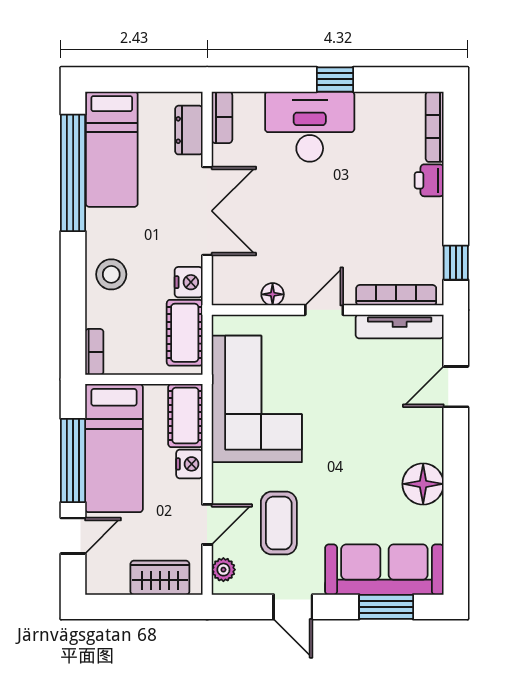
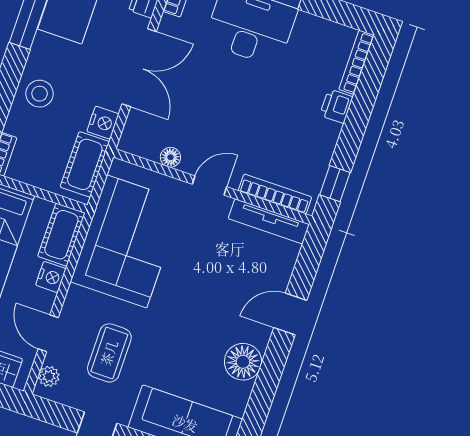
door: (456, 387) -> (290, 314), moved
door: (207, 524) -> (48, 333), swing flipped

